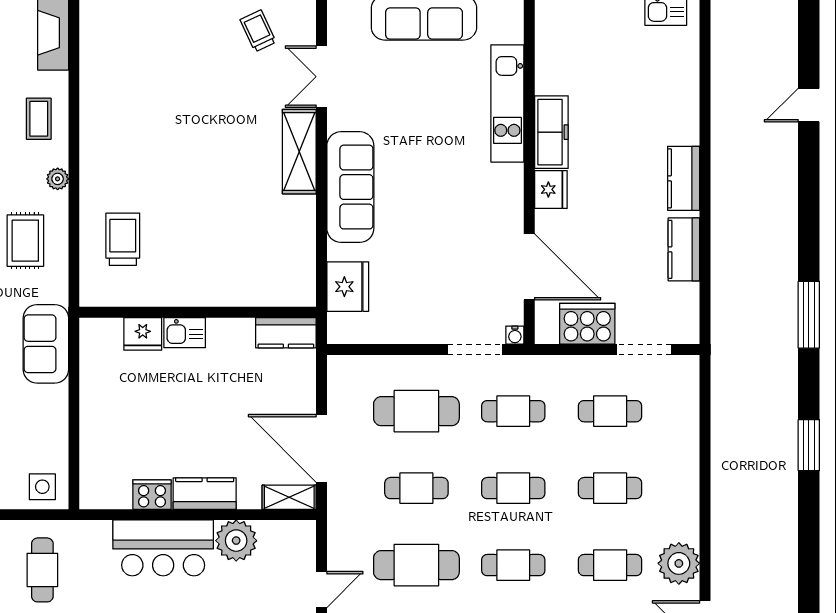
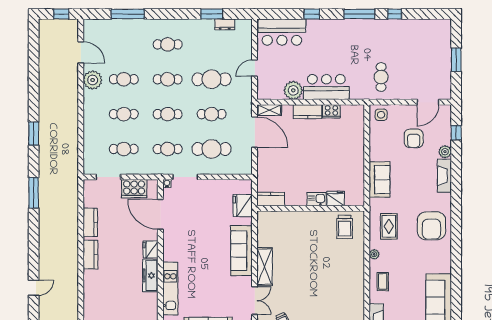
wall: (198, 312) -> (311, 208), moved
kitchen sink: (185, 333) -> (317, 199), moved
kitchen counter: (286, 333) -> (271, 199), moved
fridge: (143, 334) -> (336, 199), moved

